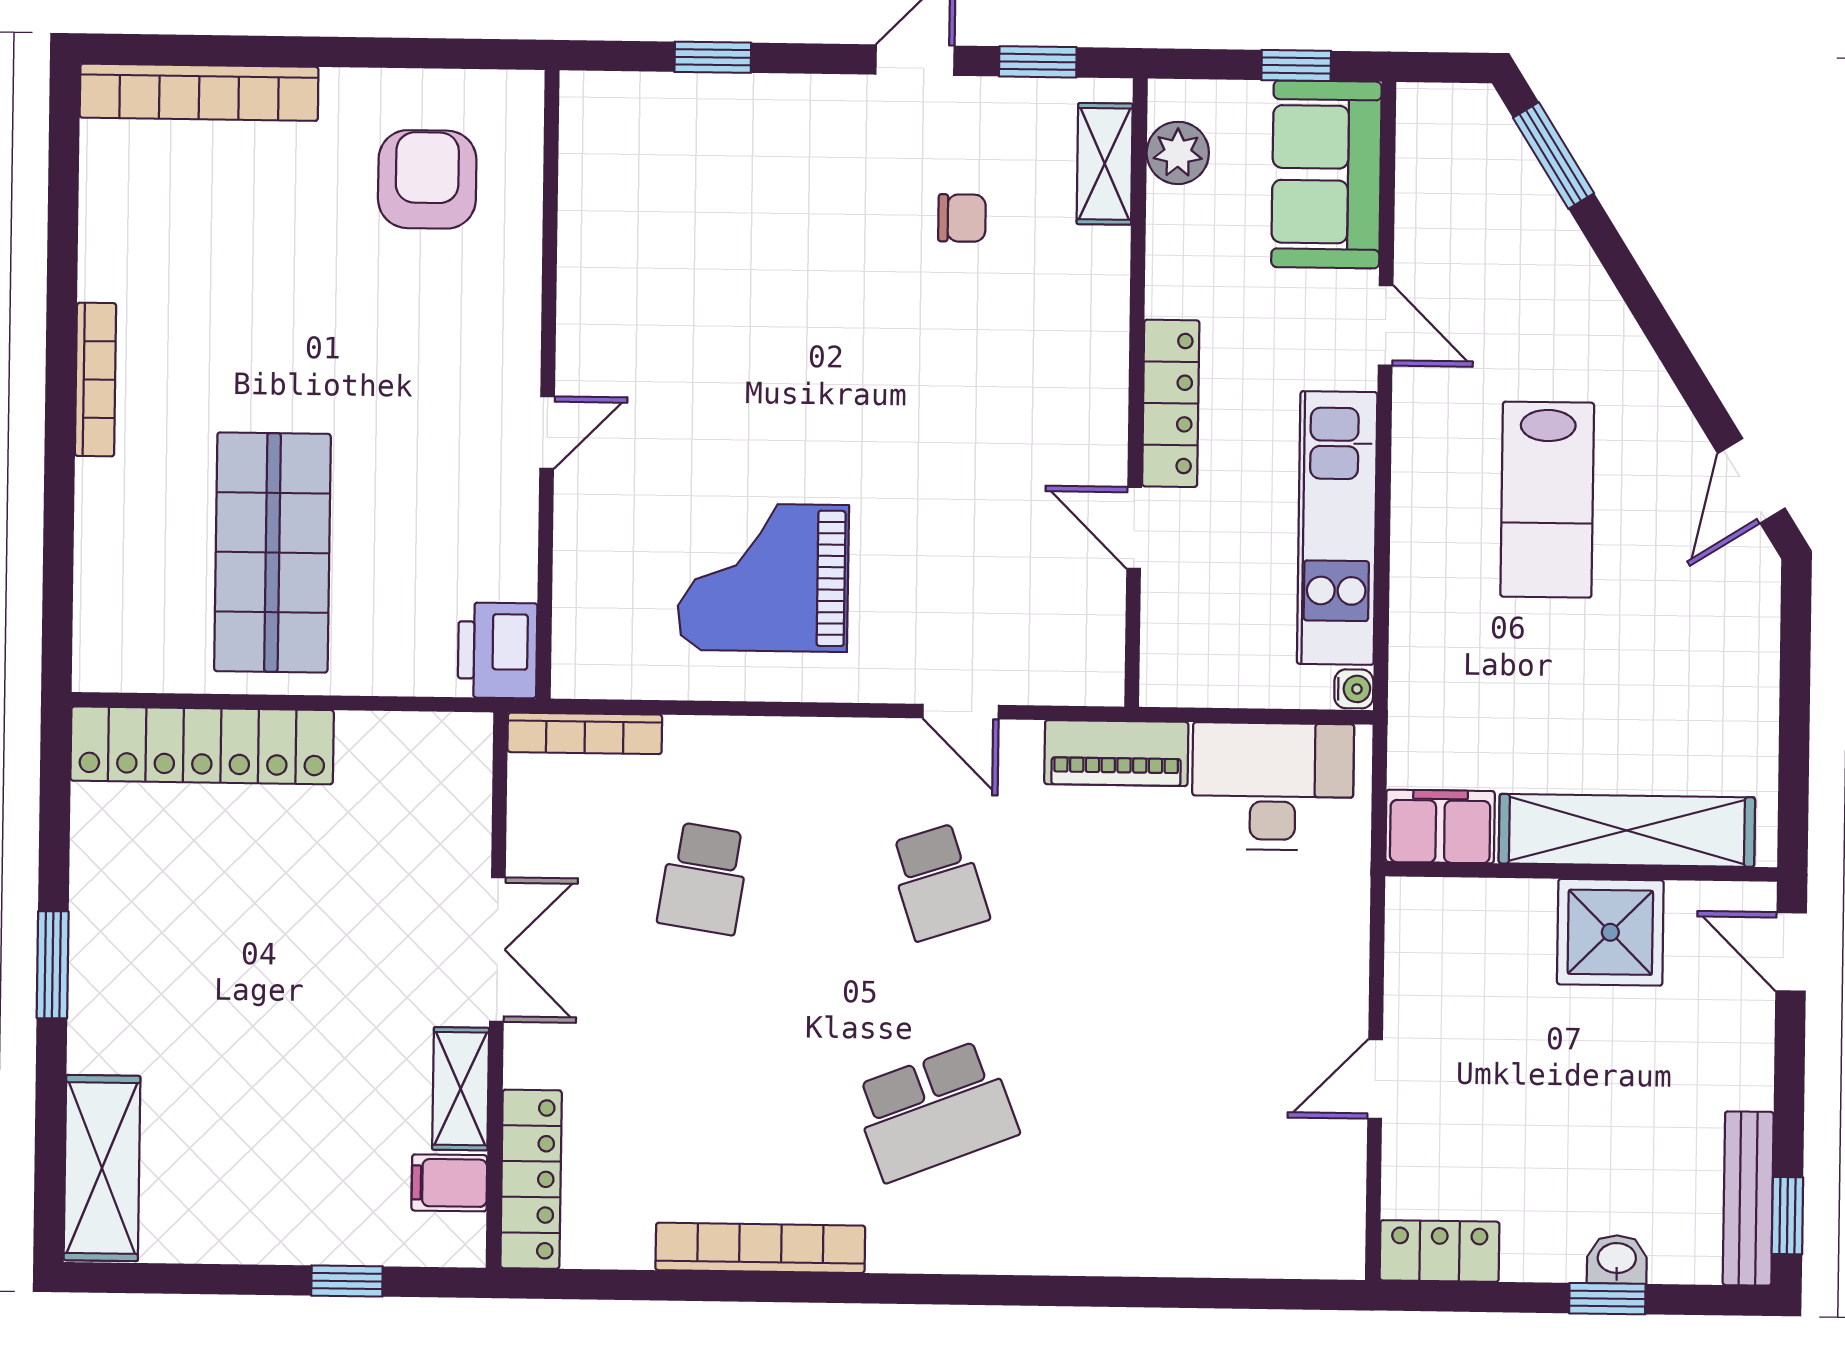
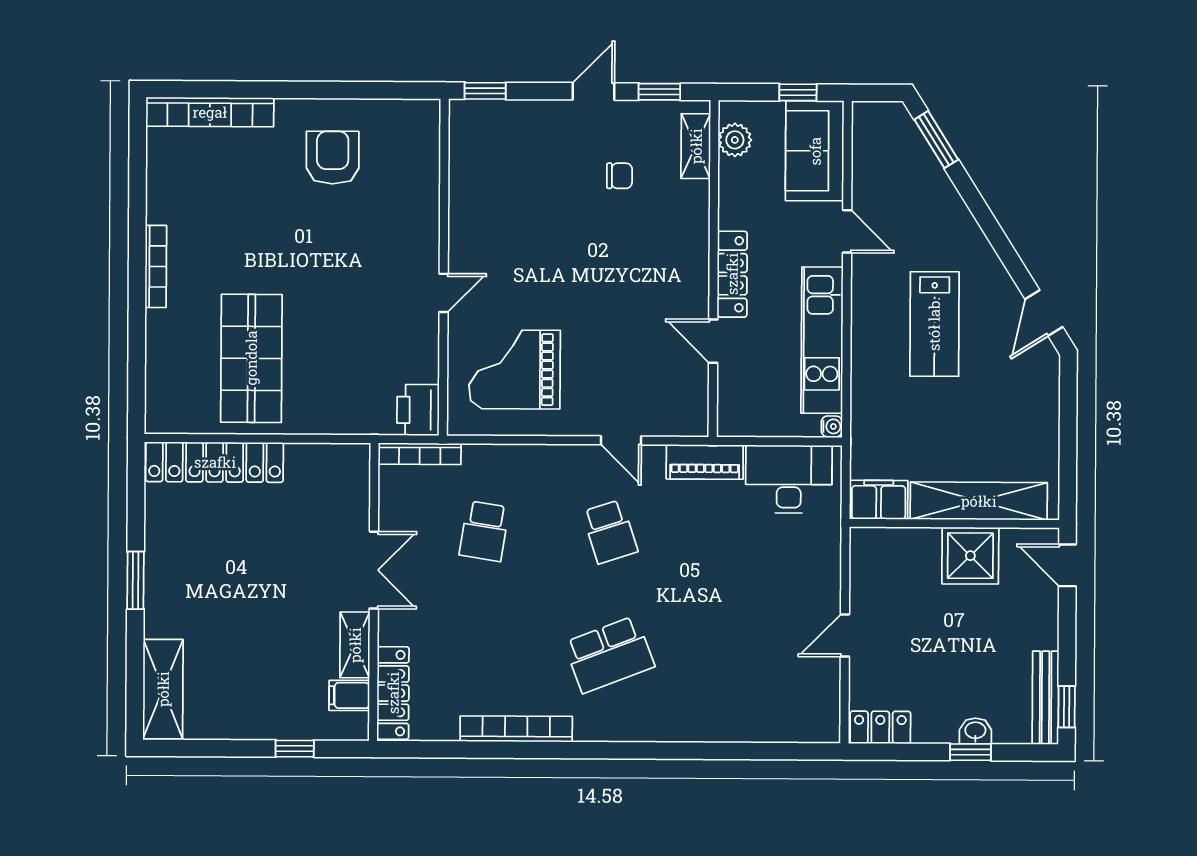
wall: (548, 384) -> (444, 267), moved
door: (547, 432) -> (444, 293), moved
printer: (497, 650) -> (418, 410), moved

